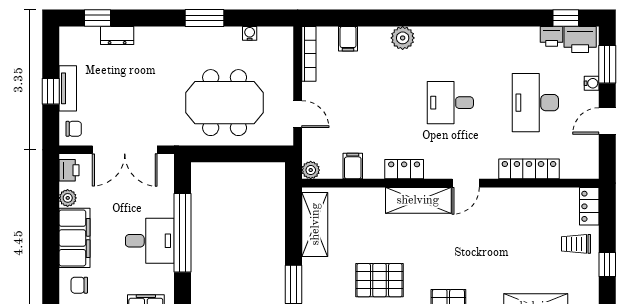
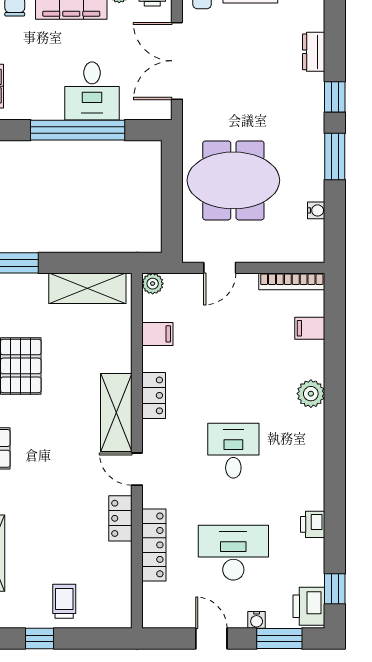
window: (97, 18) -> (335, 97), moved
printer: (552, 36) -> (313, 524), moved
meeting table: (225, 103) -> (233, 180), turned 90
locker: (589, 206) -> (120, 518), moved, turned -90
desk: (150, 241) -> (92, 91), moved

